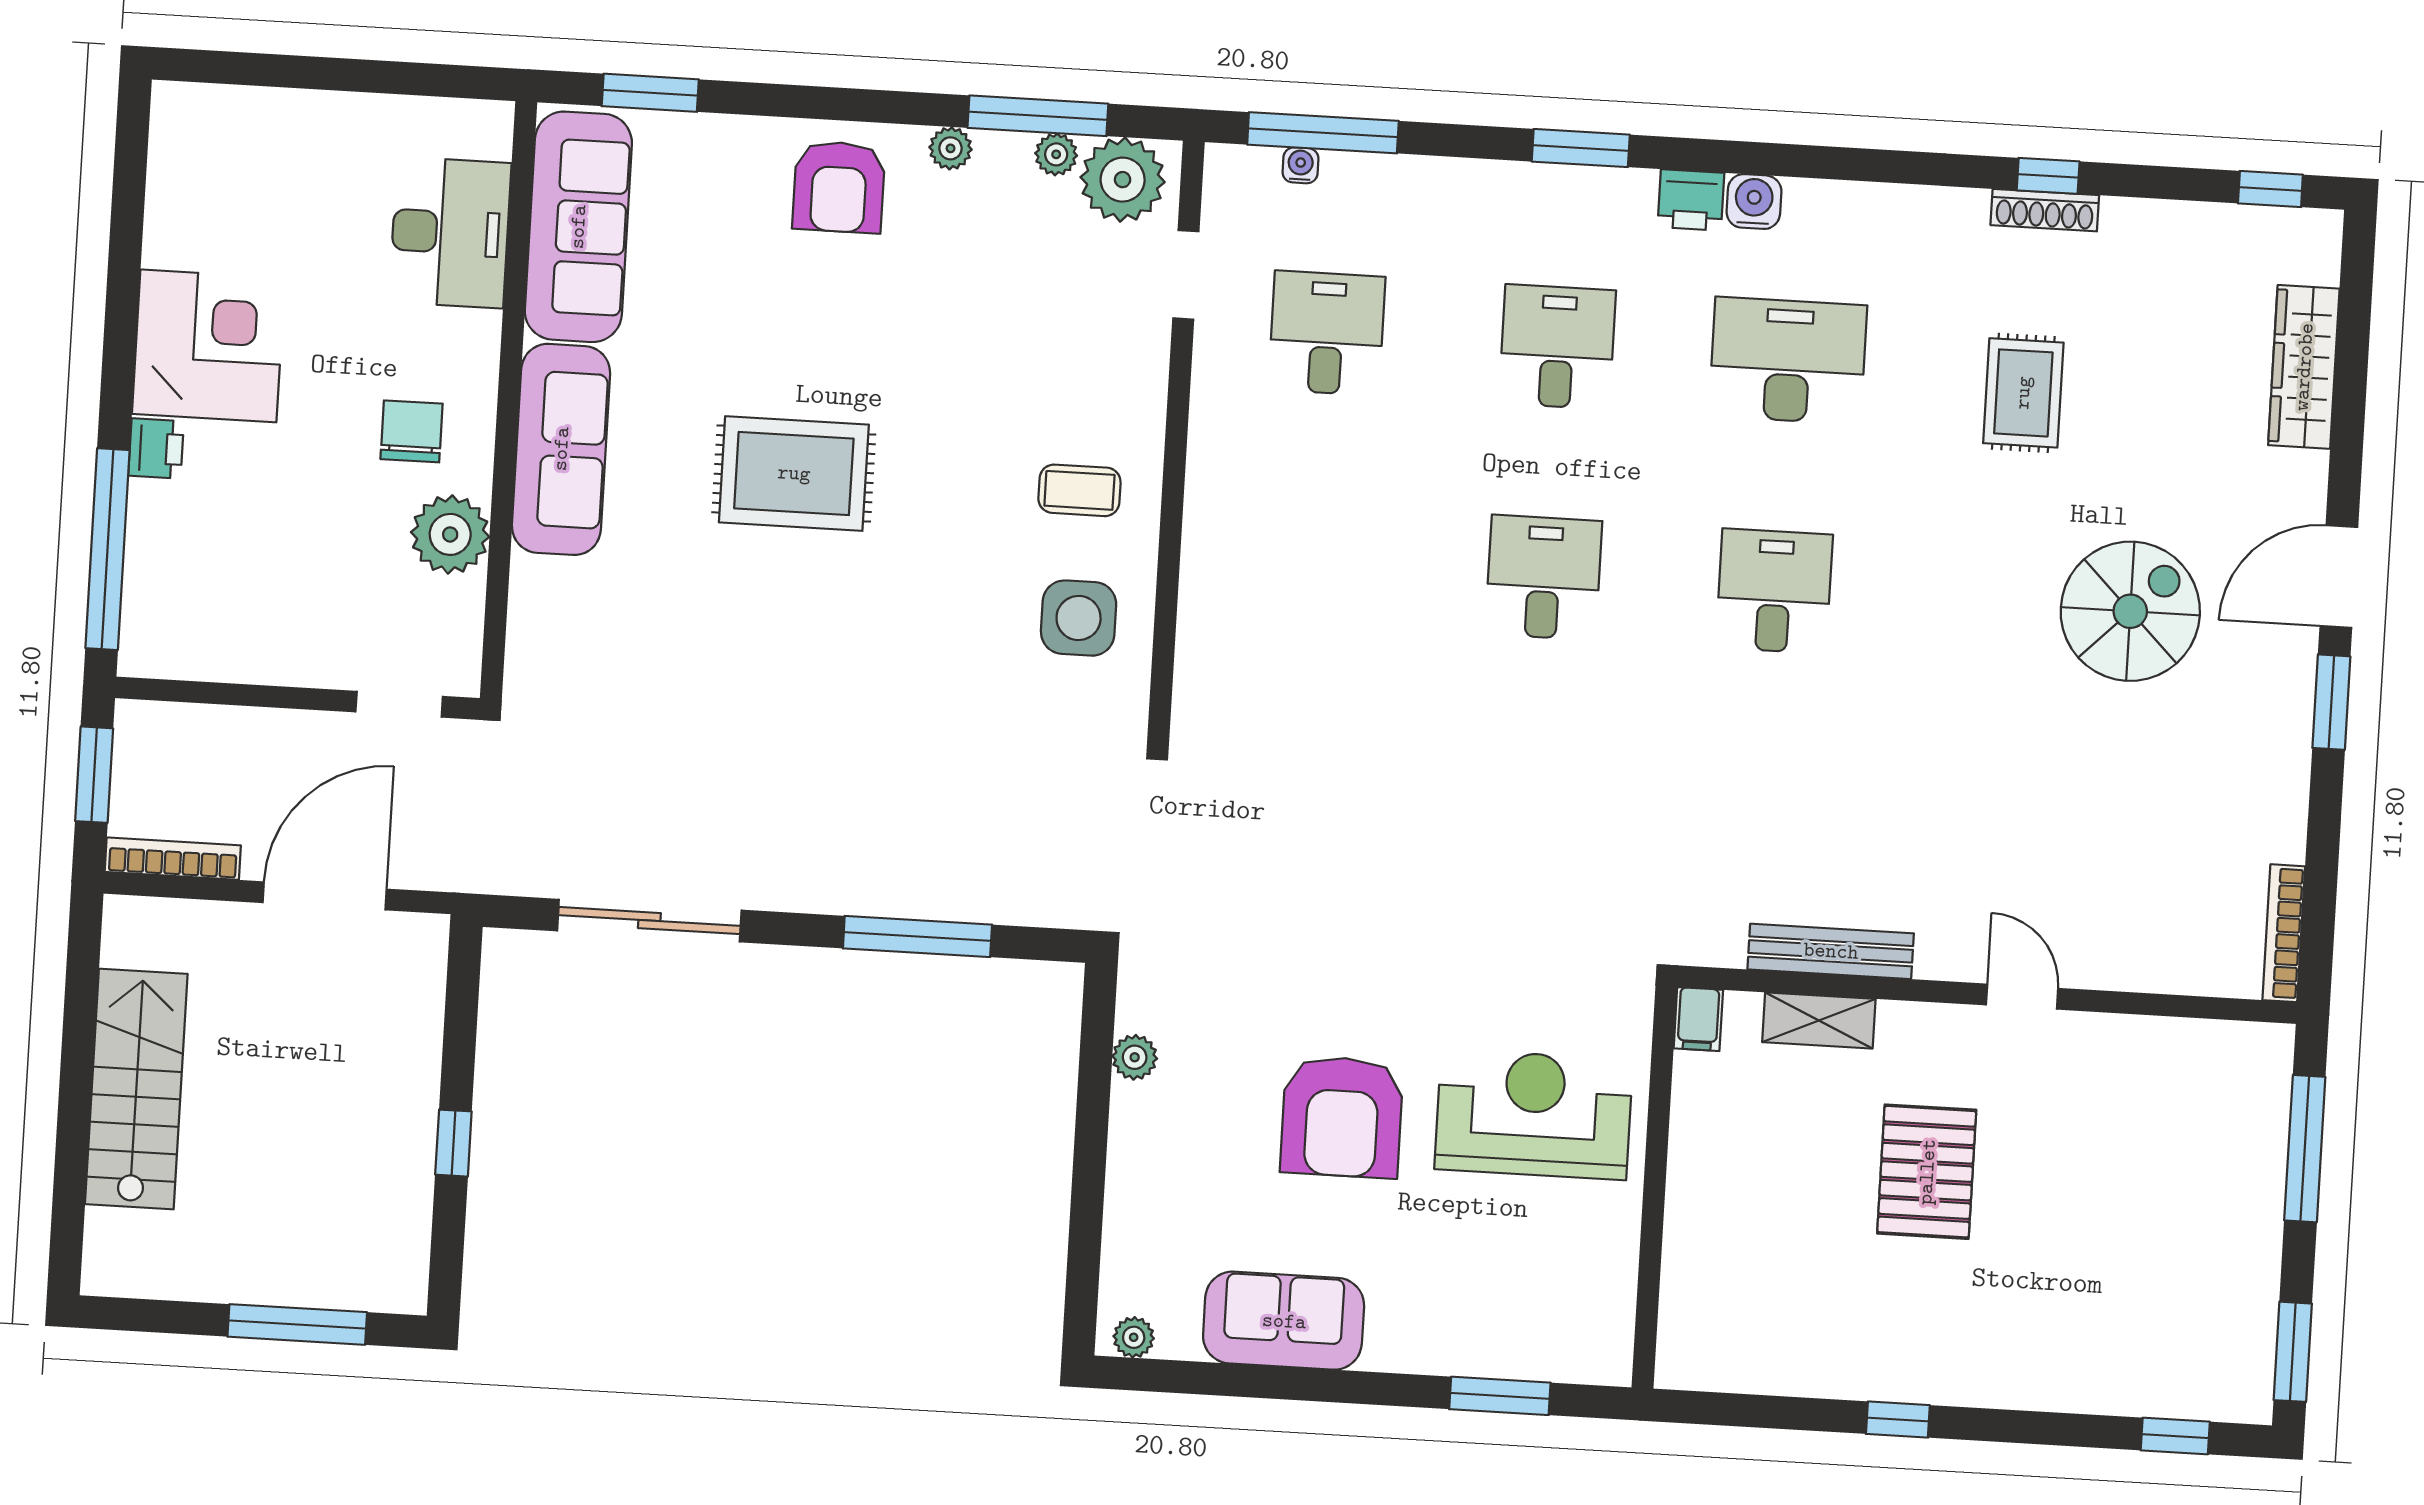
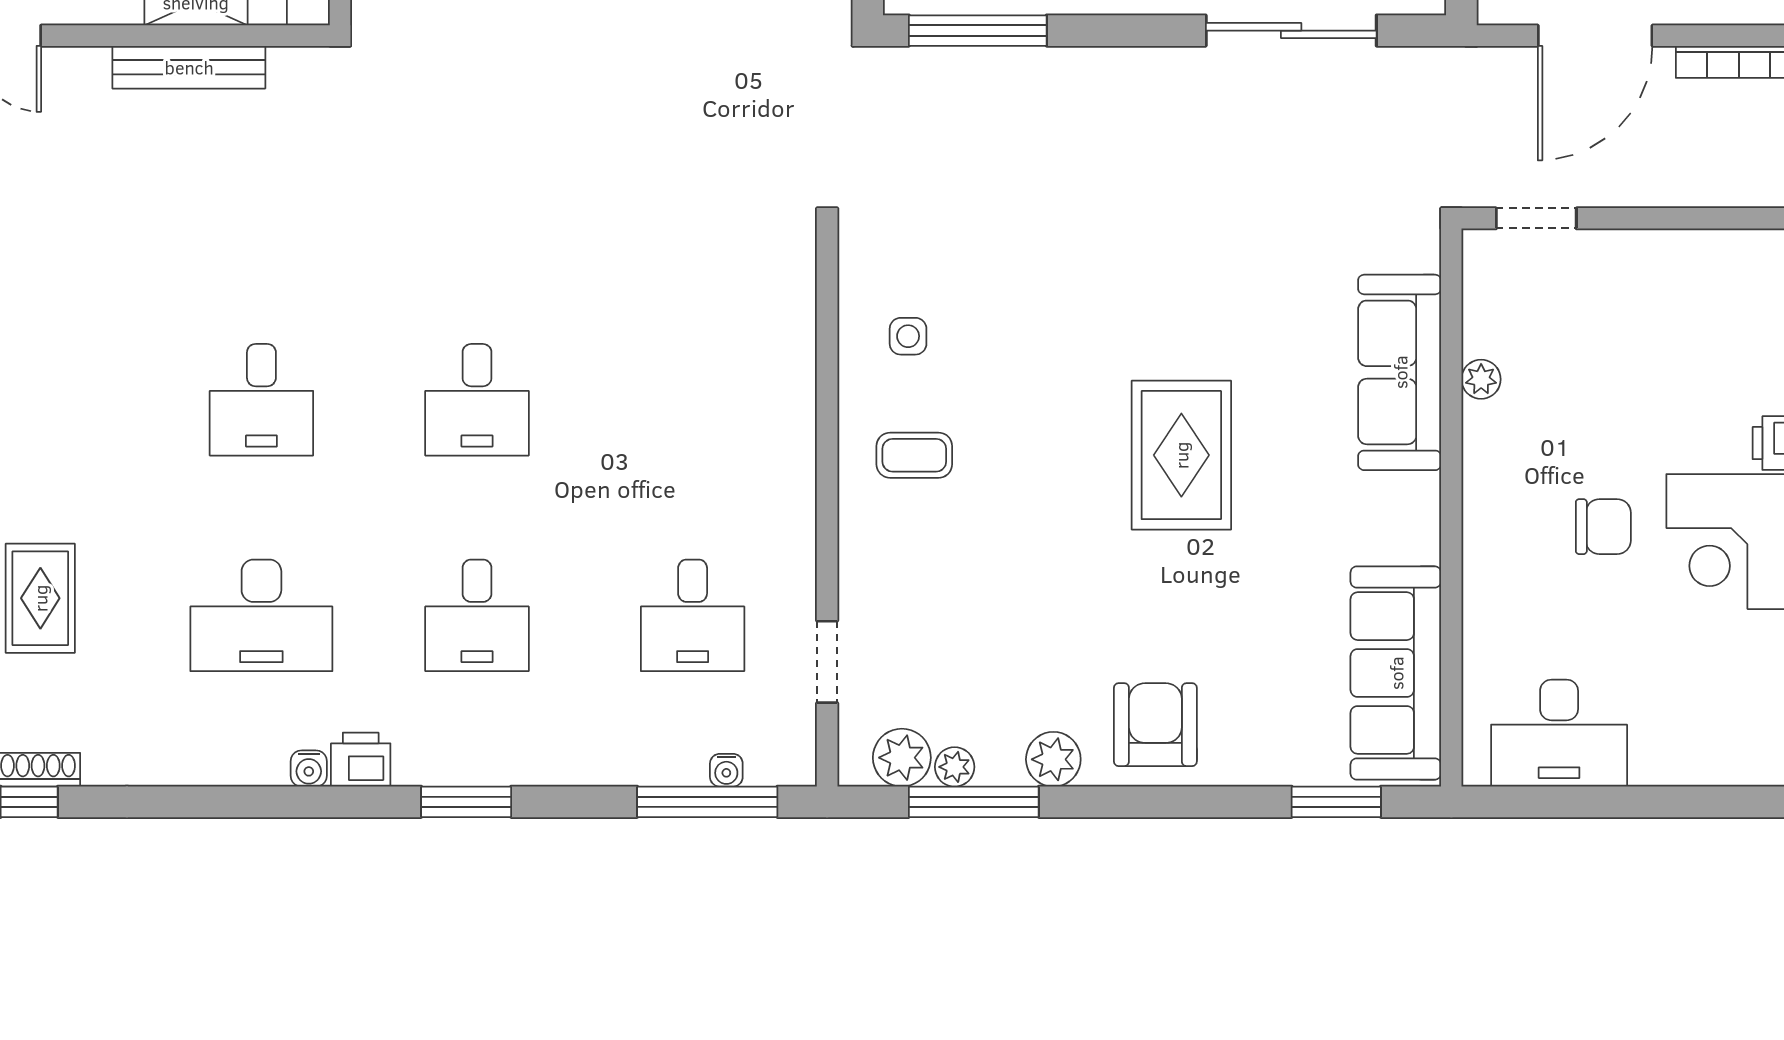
plant: (951, 148) -> (1053, 759), width x1.38, depth x1.38
plant: (1123, 180) -> (902, 758), width x0.73, depth x0.73
water cooler: (1754, 202) -> (309, 769), width x0.72, depth x0.72
desk: (450, 233) -> (1559, 733), moved, turned -90
chair: (412, 431) -> (1603, 527), moved, turned -90
sofa: (561, 449) -> (1400, 372), moved
rug: (794, 473) -> (1181, 455), turned 90
plant: (450, 534) -> (1481, 379), width x0.53, depth x0.53
side table: (1079, 618) -> (908, 336), width x0.54, depth x0.54
window: (917, 936) -> (978, 31), moved

